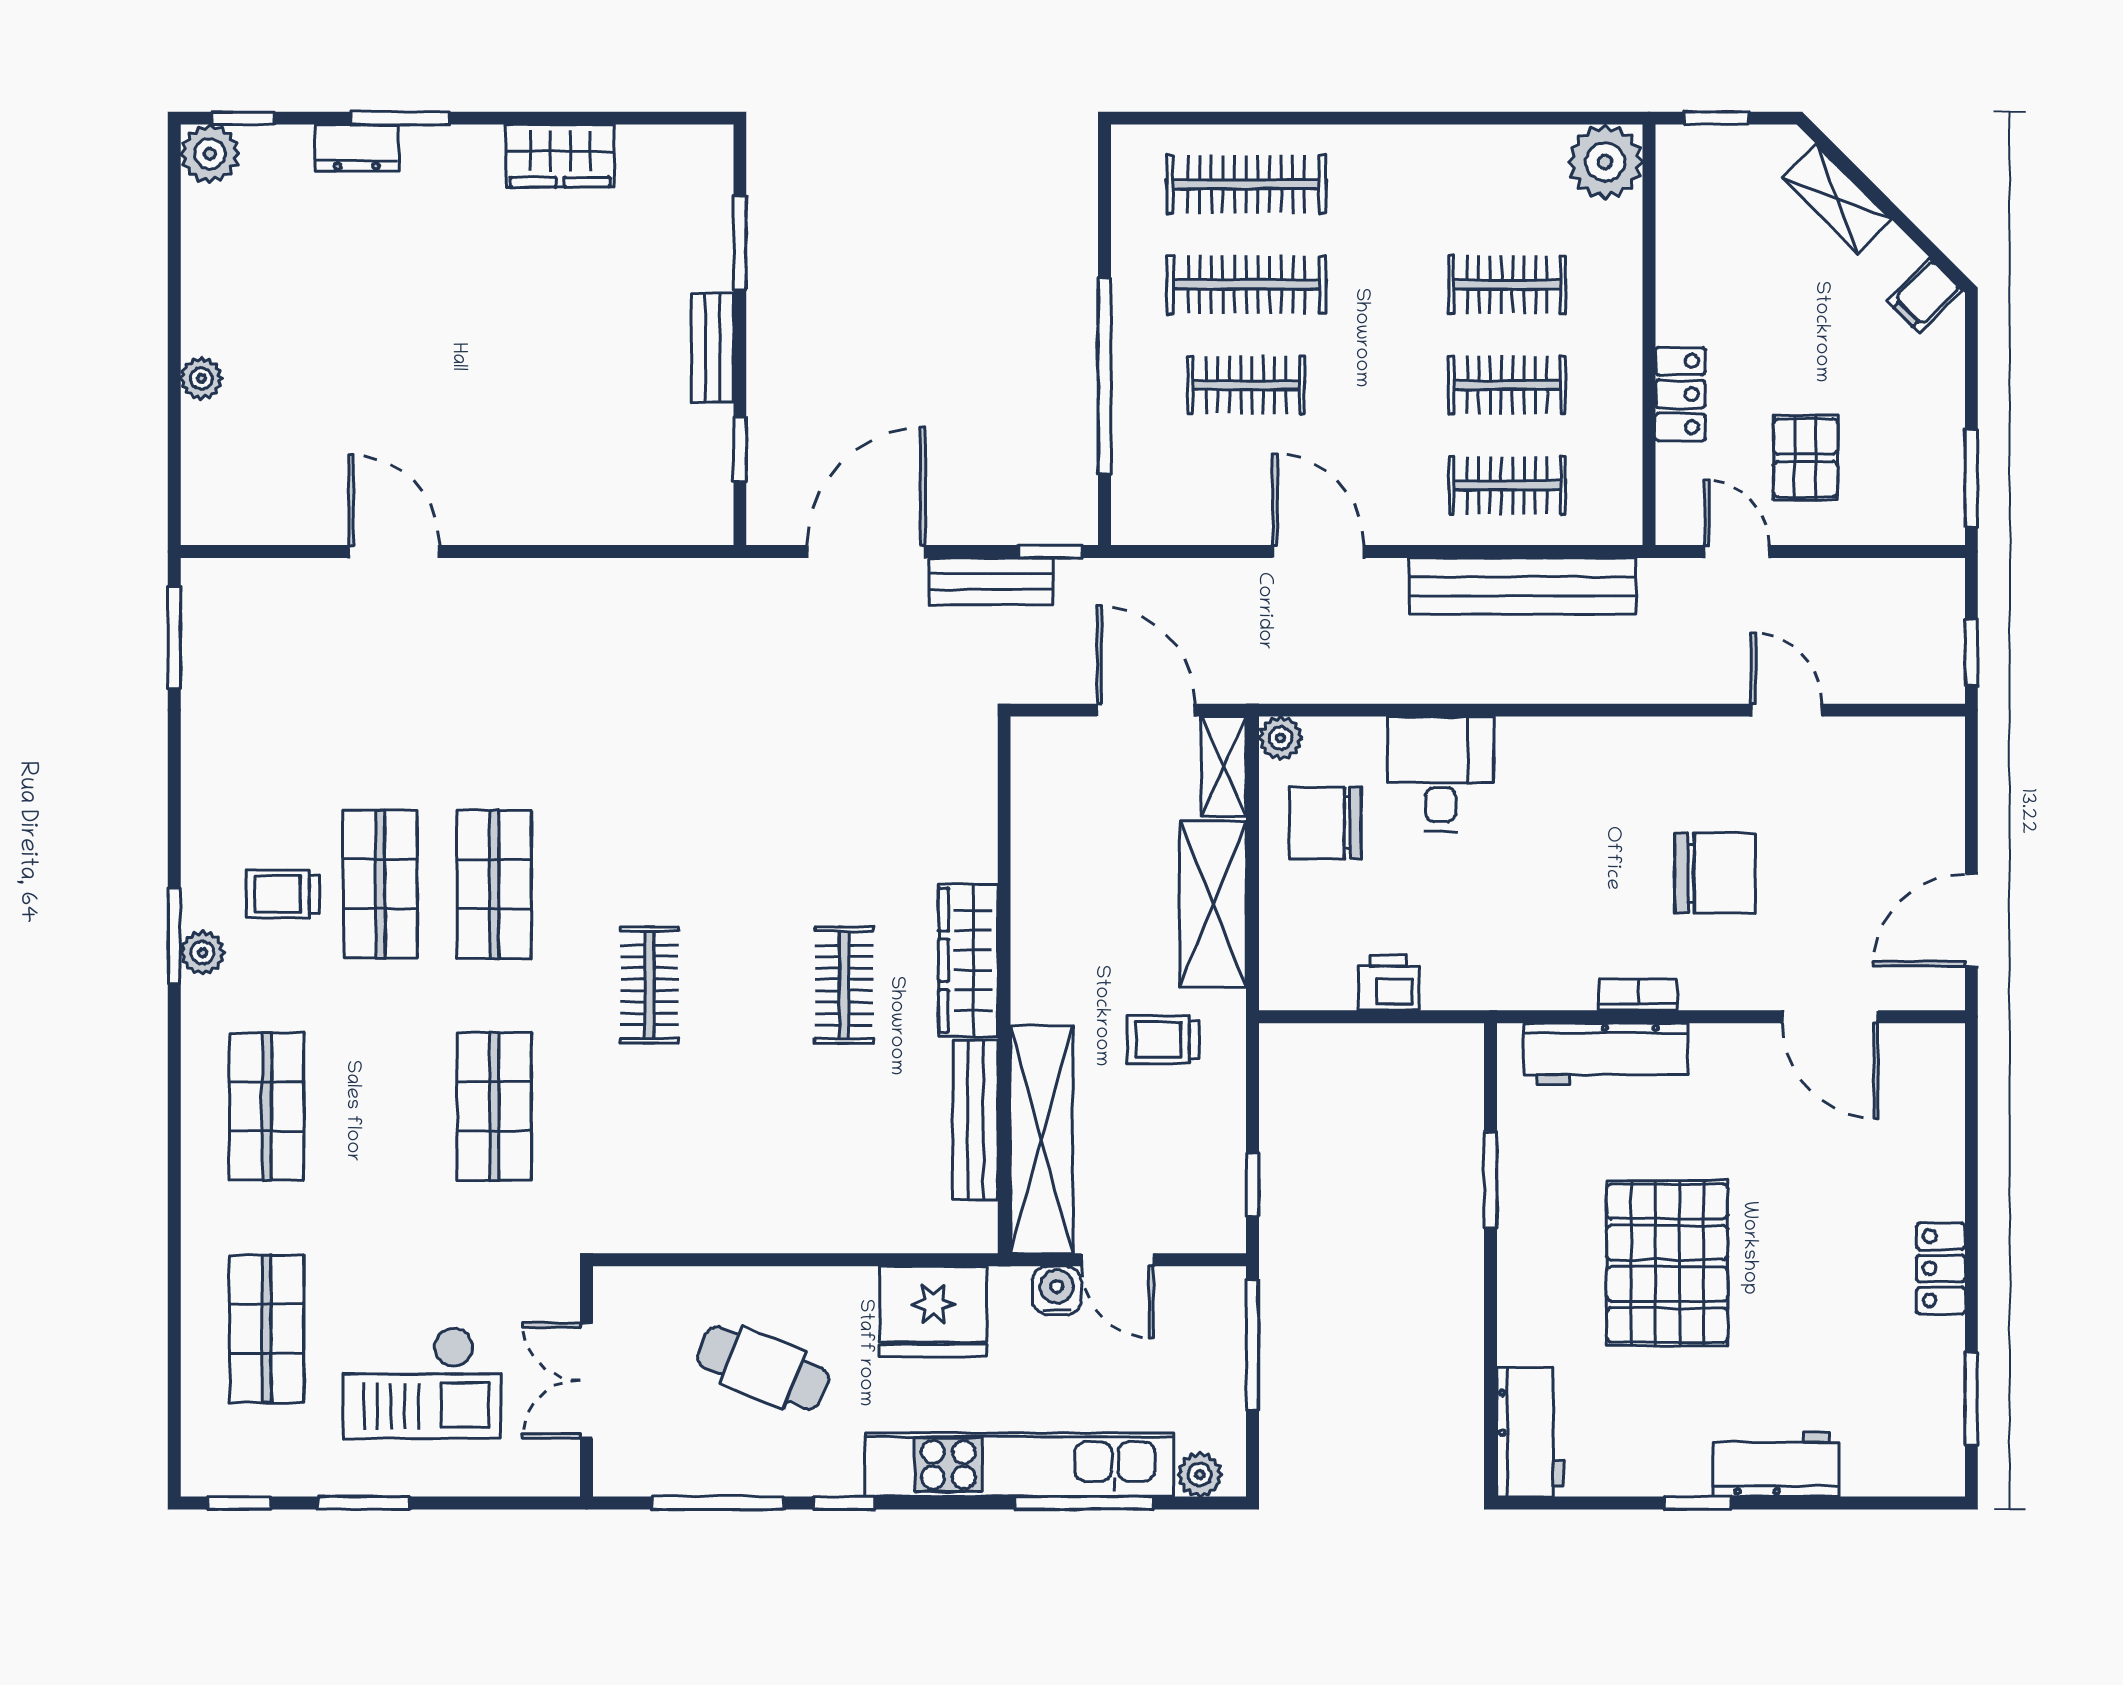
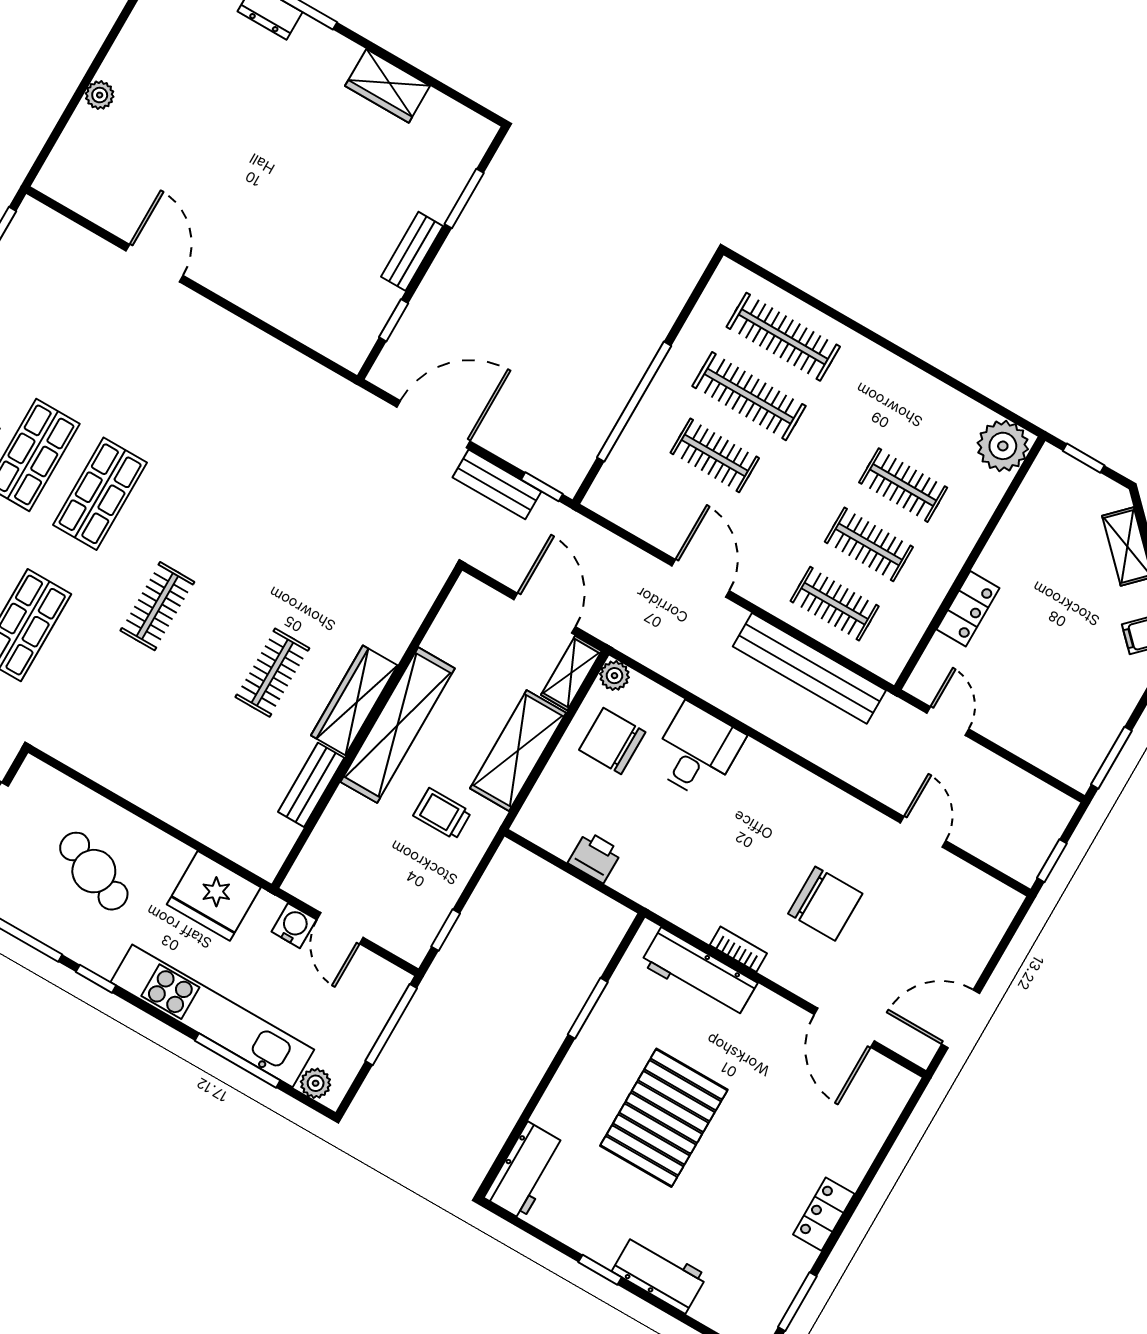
pallet: (1806, 458) -> (1020, 689), removed
bench: (975, 1121) -> (311, 785), width x0.73
shelving: (1042, 1140) -> (398, 725), moved

